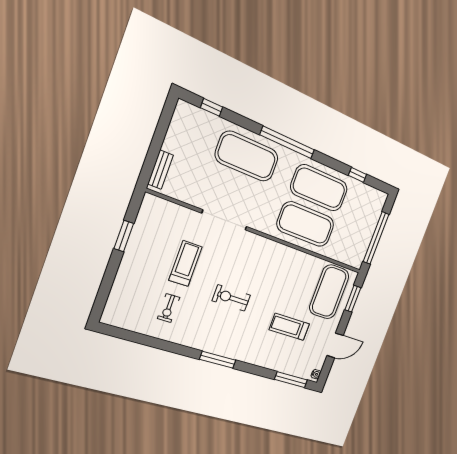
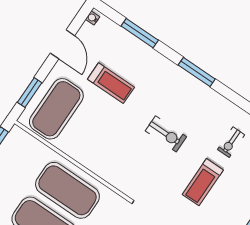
exercise bike: (169, 308) -> (231, 142), turned 180
door: (335, 345) -> (62, 44), swing flipped
window: (291, 380) -> (140, 33), moved

